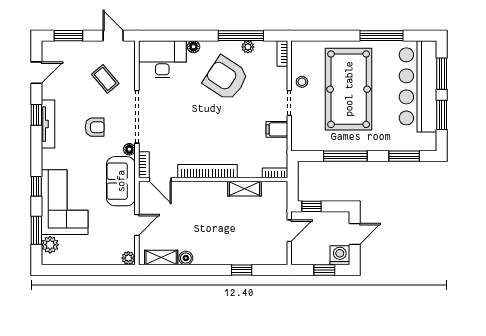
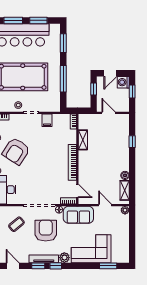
armchair: (95, 127) -> (46, 231), width x1.88, depth x1.88
door: (160, 180) -> (77, 191), hinge flipped
window: (36, 186) -> (56, 266), moved
window: (311, 206) -> (94, 89), moved
door: (355, 234) -> (110, 73), swing flipped
plant: (50, 245) -> (64, 258), moved

